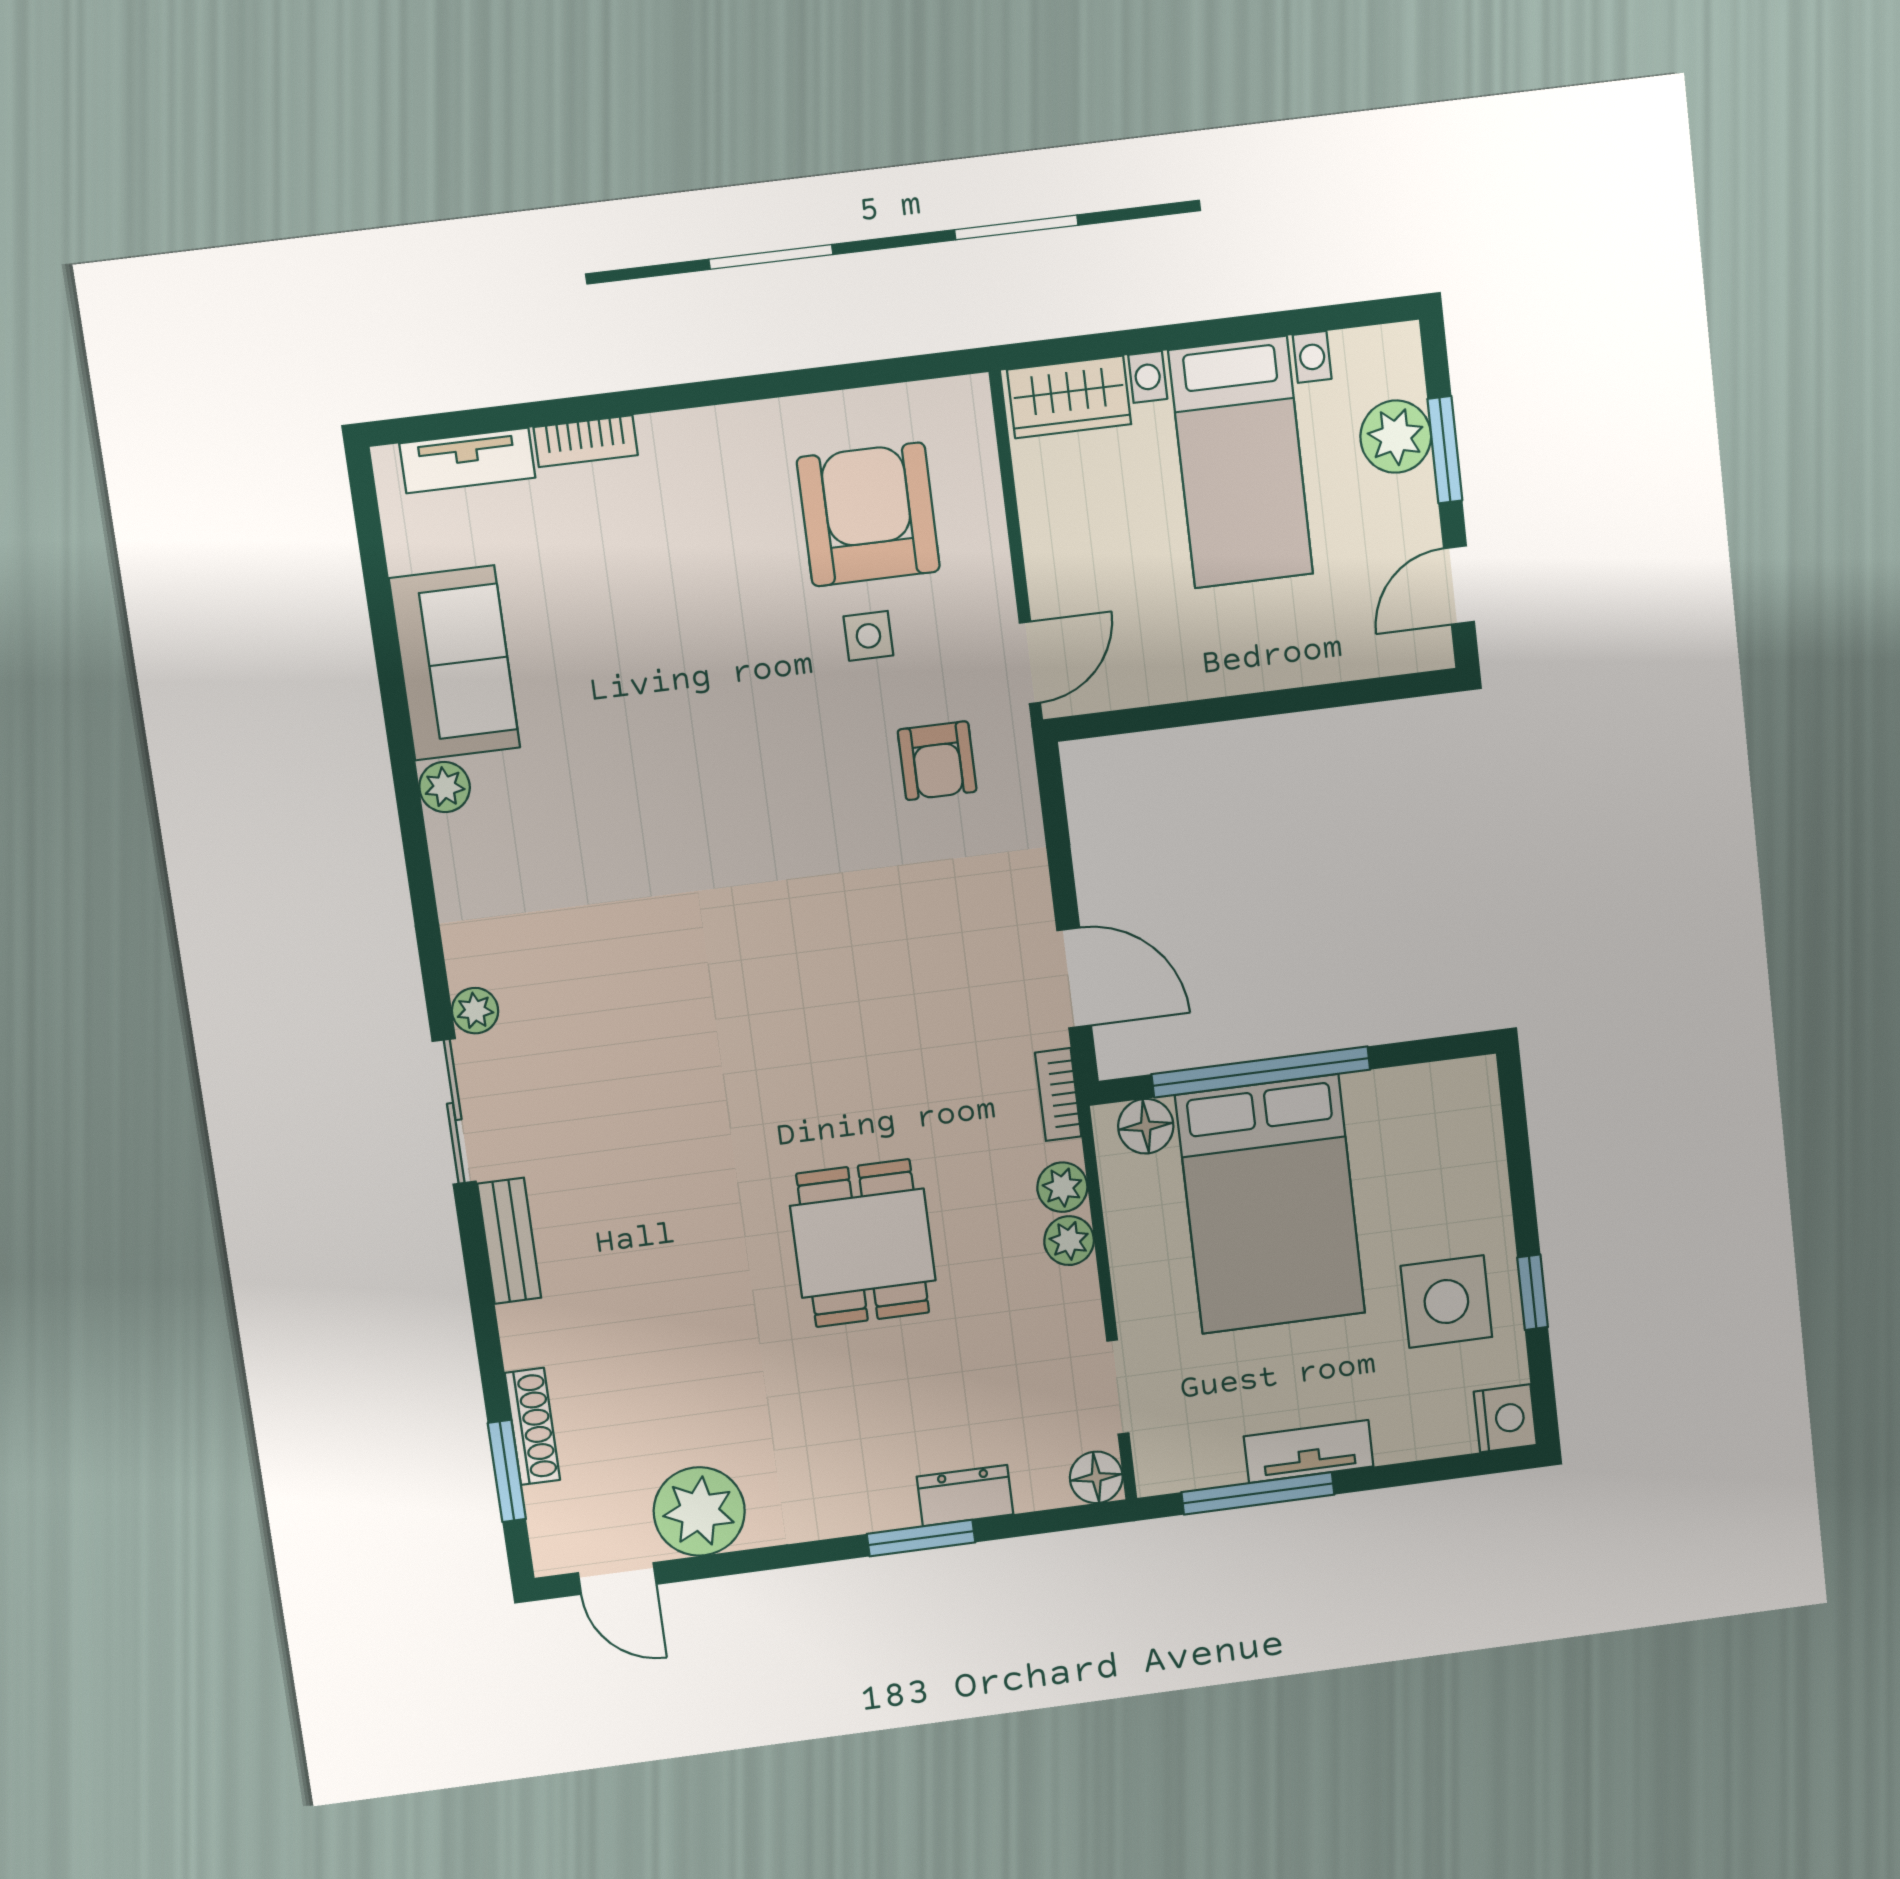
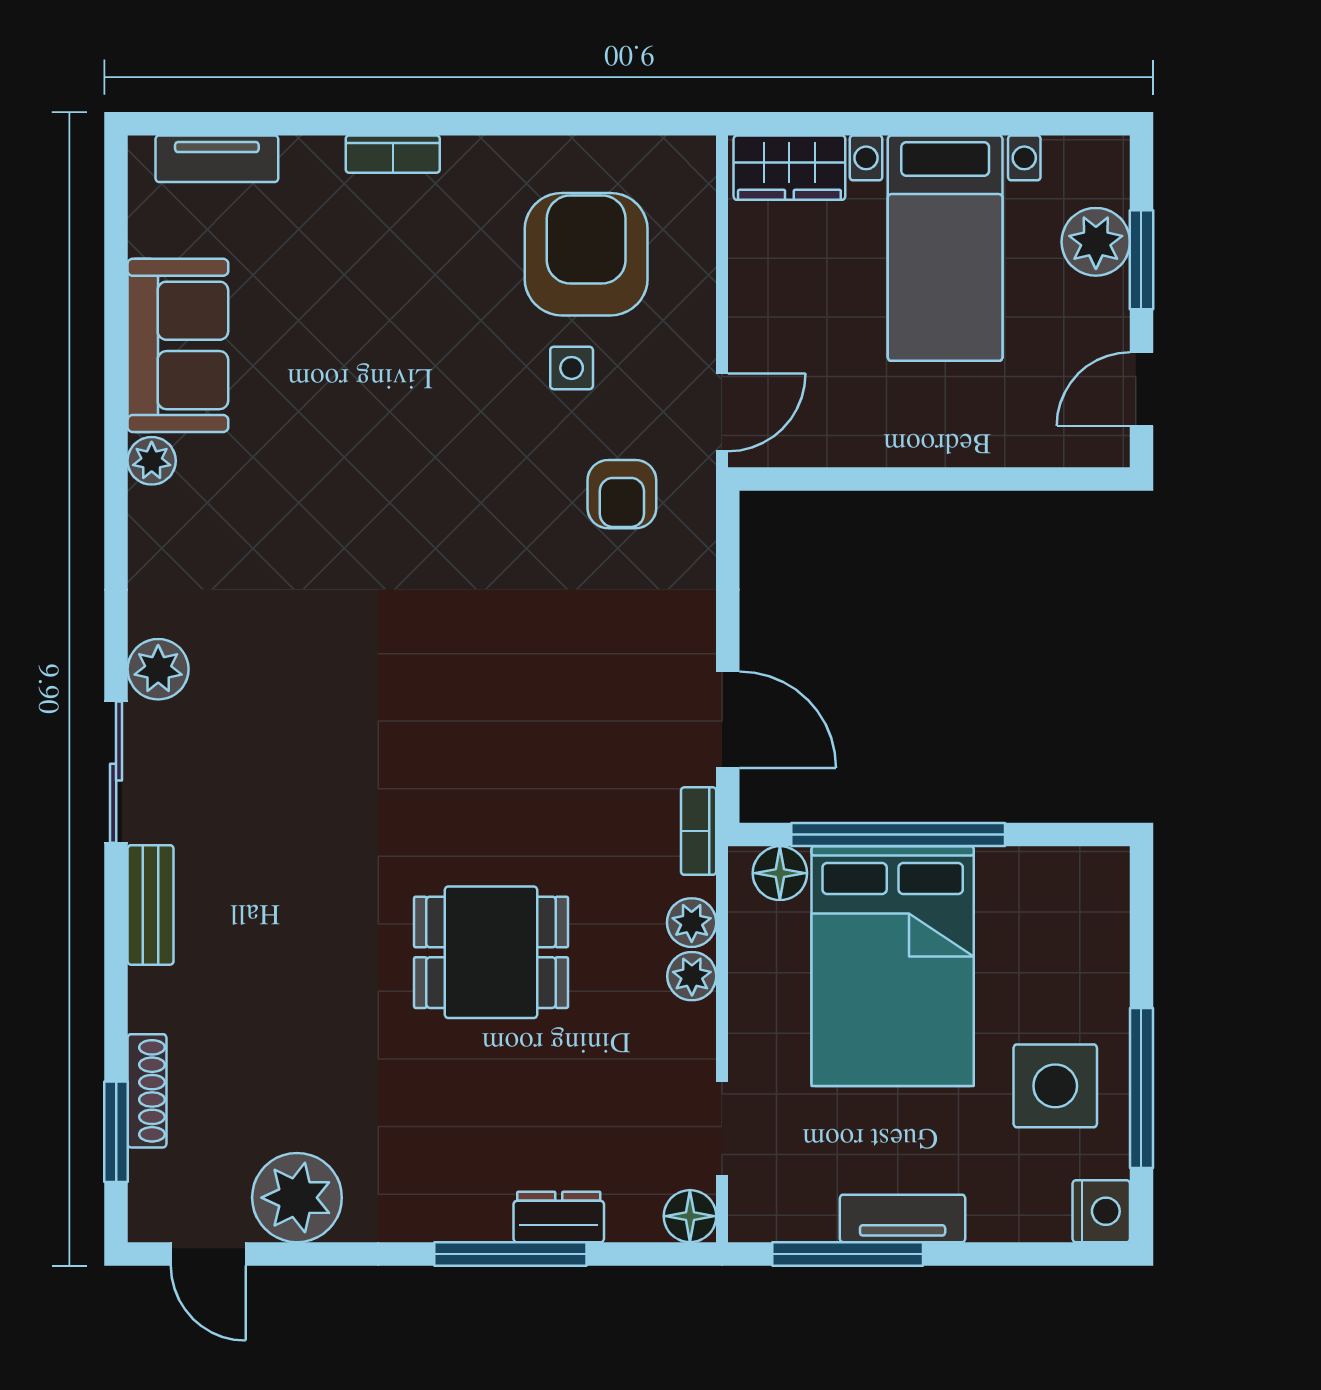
bookcase: (586, 441) -> (393, 154), moved
plant: (475, 1011) -> (158, 669), width x1.38, depth x1.38
dining table: (863, 1243) -> (491, 952), turned 90
window: (1533, 1292) -> (1141, 1088), width x2.17
window: (921, 1538) -> (510, 1254), width x1.44

